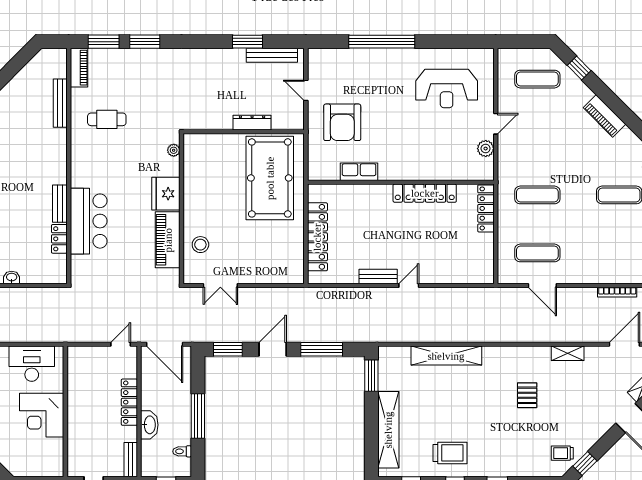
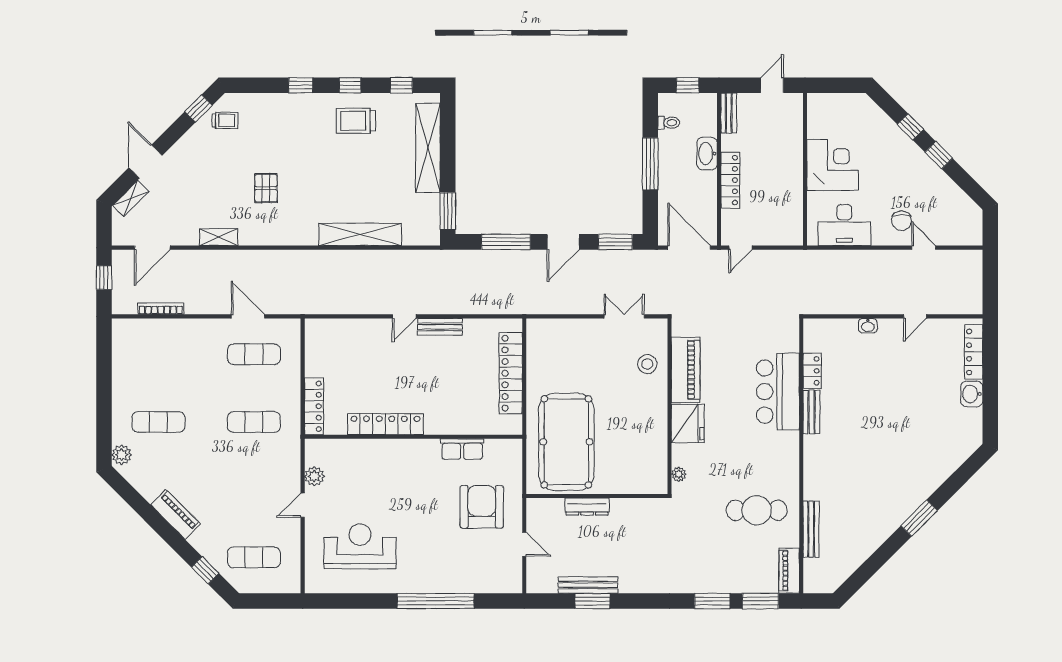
bench: (272, 55) -> (588, 585), moved
cafe table: (107, 119) -> (757, 510), width x1.37, depth x1.35

